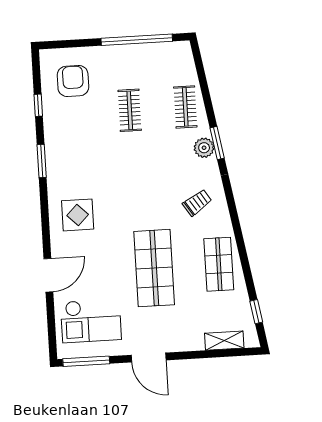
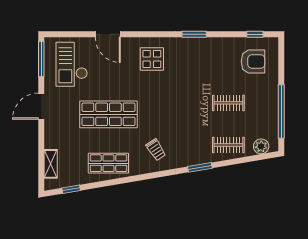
window: (38, 105) -> (255, 34), moved
plant: (204, 148) -> (261, 146), moved

